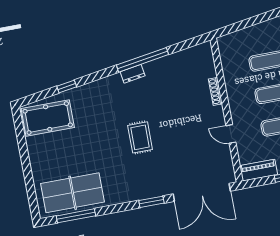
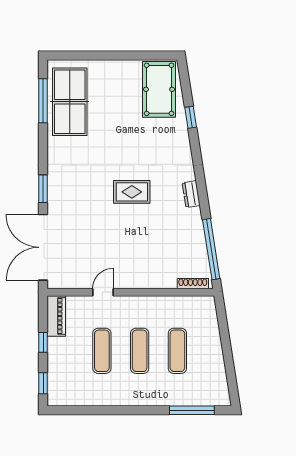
window: (143, 60) -> (211, 249), moved
shoe rack: (215, 91) -> (193, 284), moved
rug: (140, 137) -> (132, 192), moved

